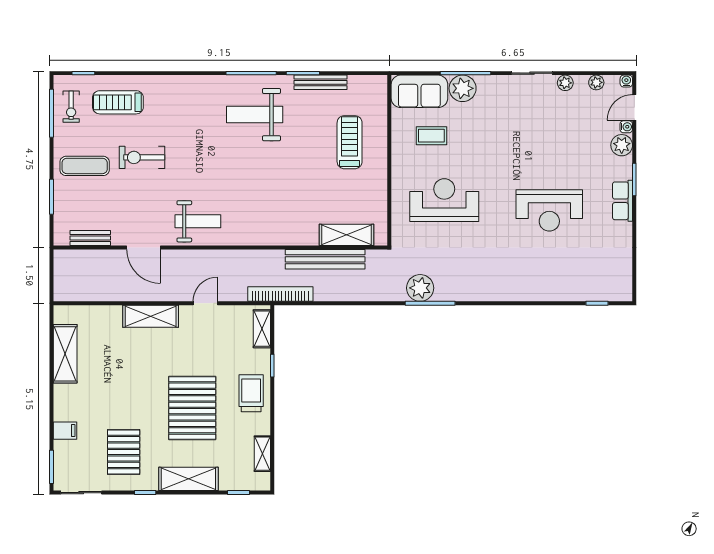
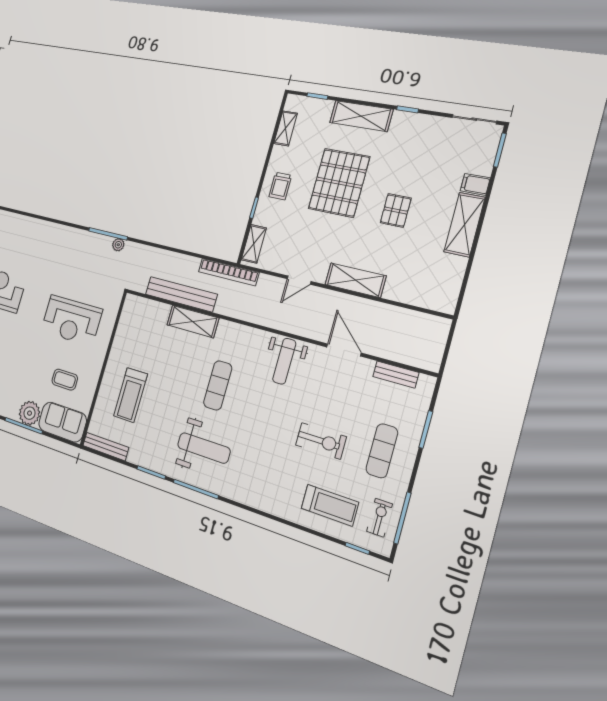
bench: (321, 82) -> (106, 446), moved
exercise mat: (85, 166) -> (382, 451), turned 90
exercise mat: (258, 179) -> (218, 385), added
weight bench: (198, 221) -> (284, 361), turned -90
shelving: (346, 235) -> (193, 321), moved
plant: (420, 288) -> (118, 245), width x0.53, depth x0.53
shelving: (65, 354) -> (464, 225), moved
trolley: (251, 393) -> (280, 186), width x0.73, depth x0.72
pallet: (124, 452) -> (396, 210), moved, width x0.67, depth x0.71

